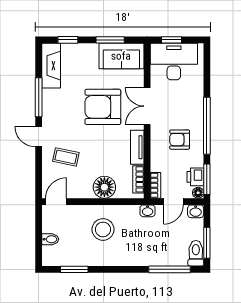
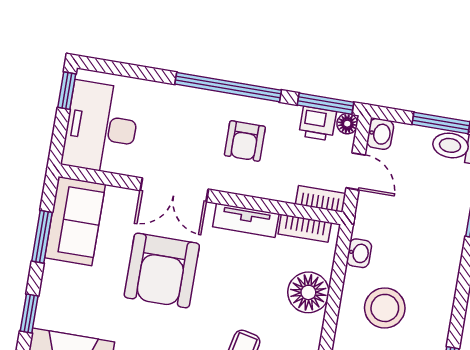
window: (172, 40) -> (67, 91), moved
washbasin: (148, 211) -> (359, 253), moved

